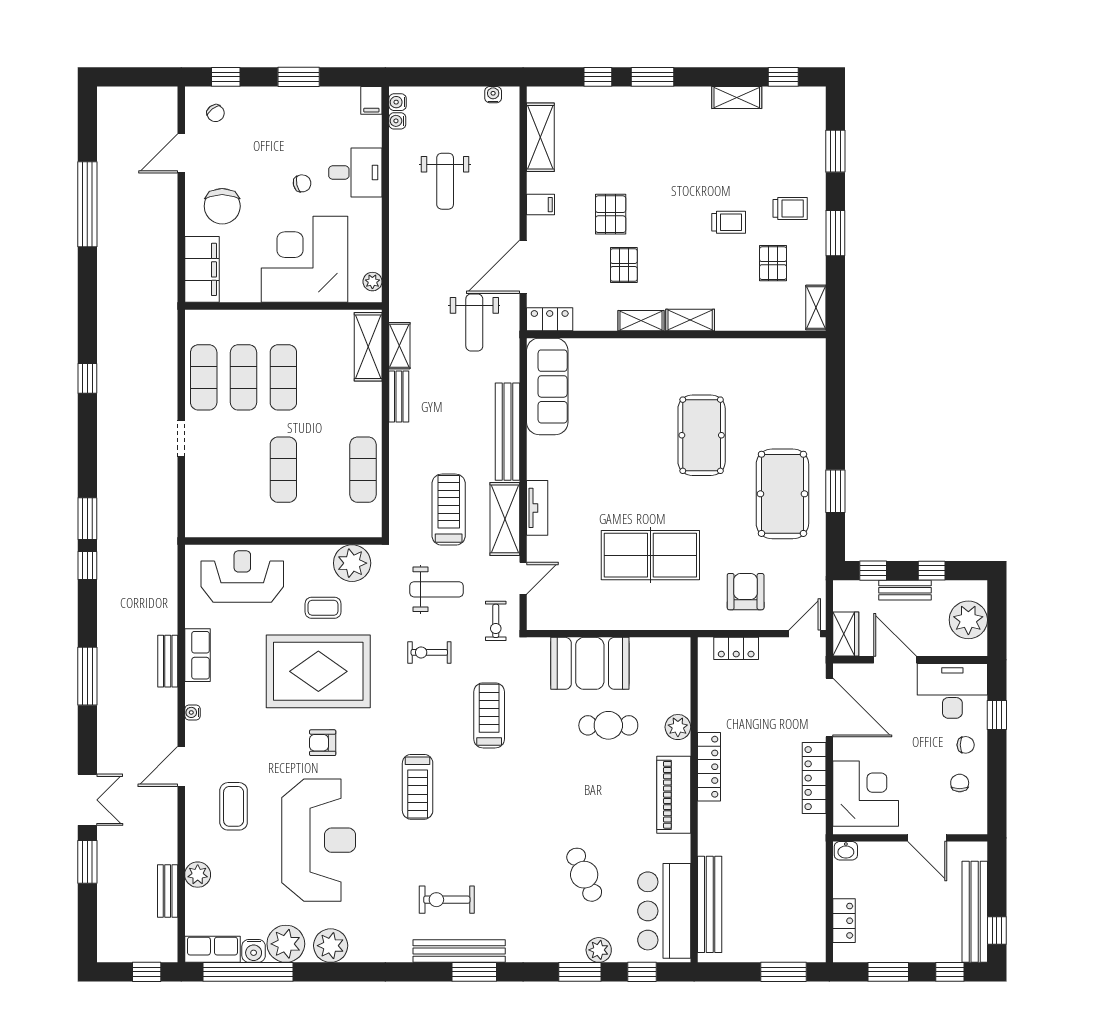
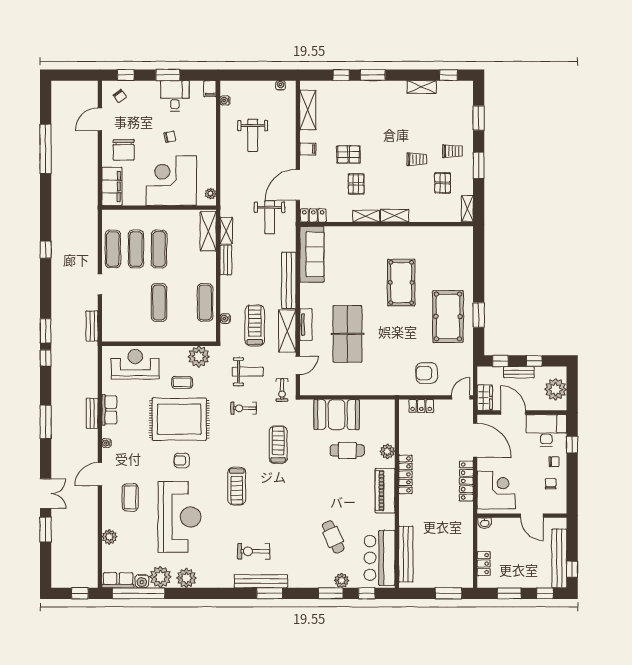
water cooler: (398, 102) -> (225, 319), moved
desk: (355, 173) -> (175, 96), moved, turned -90
pallet: (611, 214) -> (348, 154), turned 90
table tennis table: (650, 555) -> (348, 334), moved, turned 90
armchair: (746, 592) -> (427, 373), turned -90
bench: (168, 891) -> (92, 326), moved

